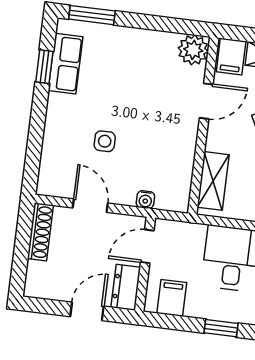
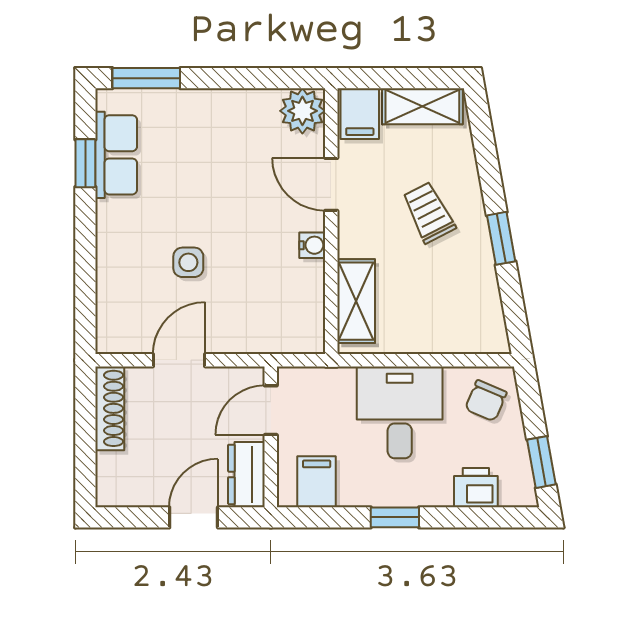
door: (206, 101) -> (331, 184), swing flipped
water cooler: (145, 200) -> (312, 245), moved, turned -90
door: (90, 206) -> (179, 360), hinge flipped

